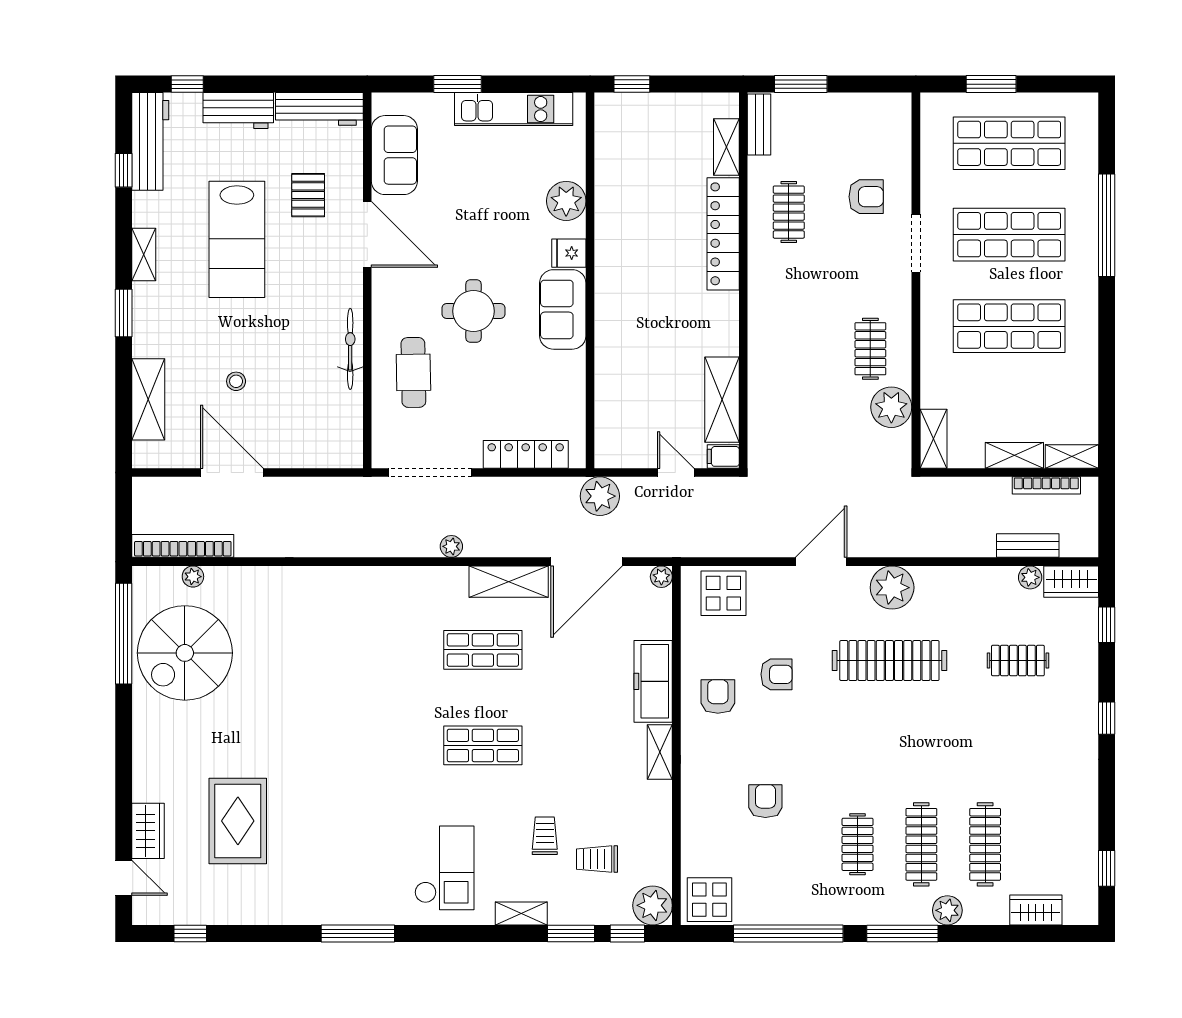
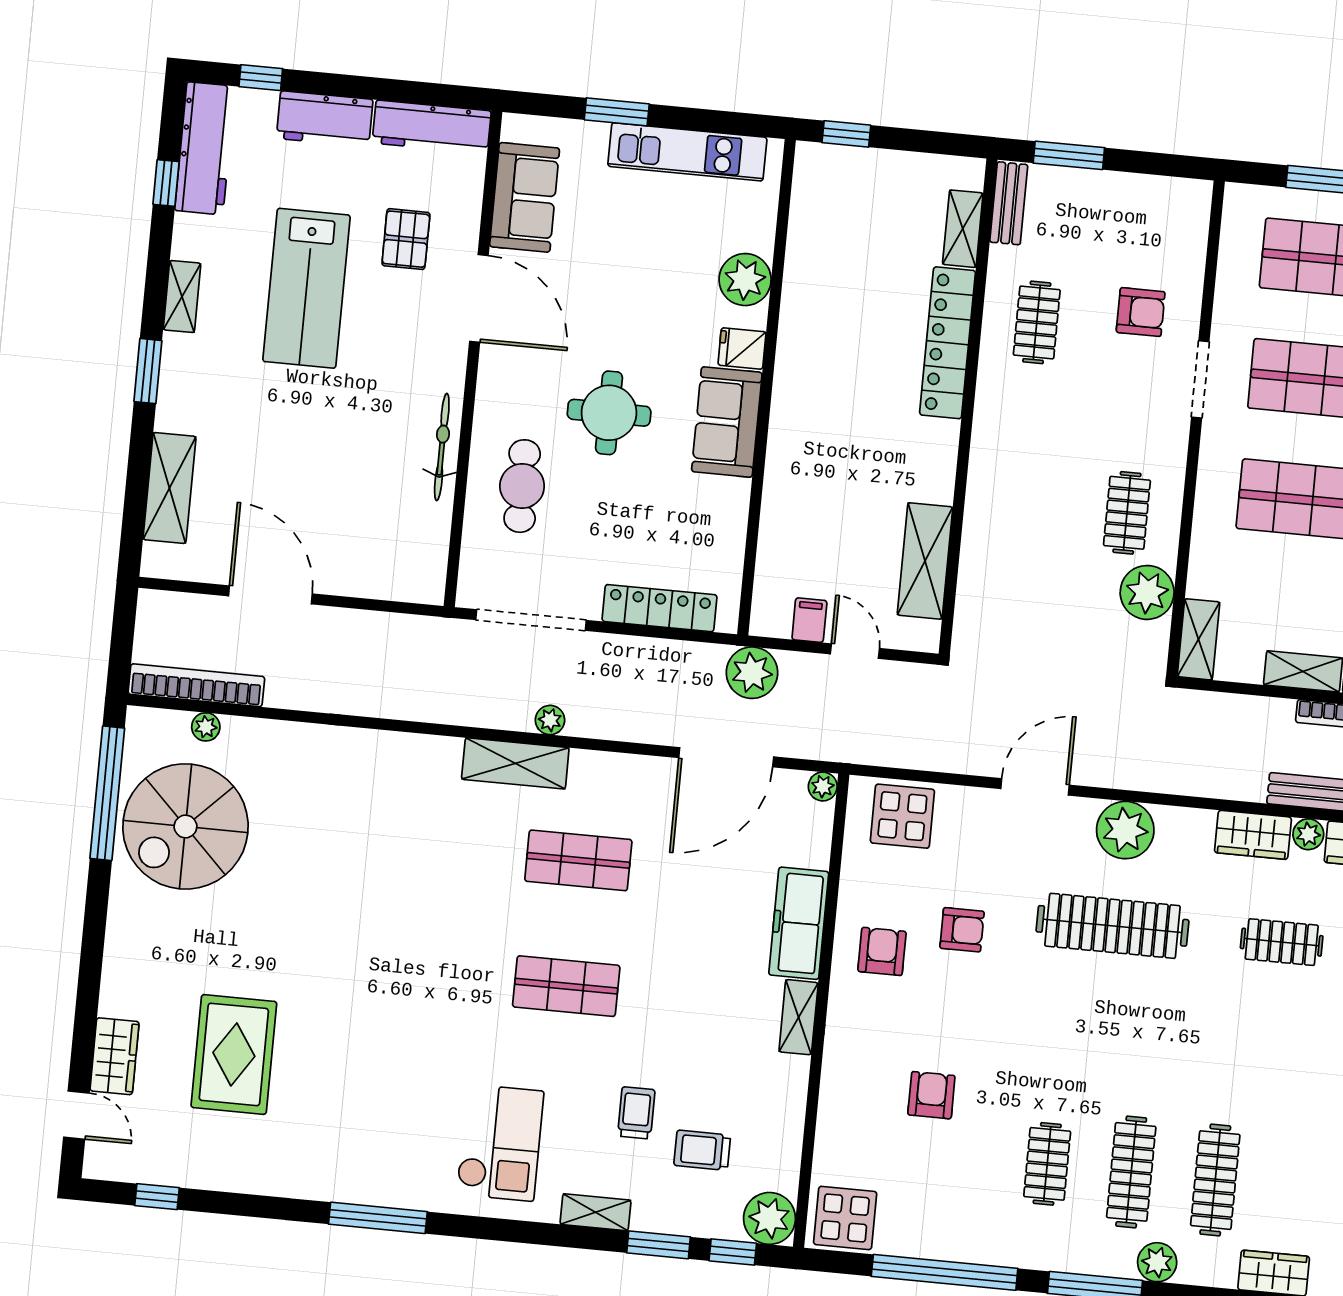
stool: (236, 381) -> (287, 475), removed
filing cabinet: (723, 456) -> (809, 620), moved, turned 90
shelving: (509, 582) -> (515, 763), moved
wardrobe: (989, 582) -> (1253, 835), added

